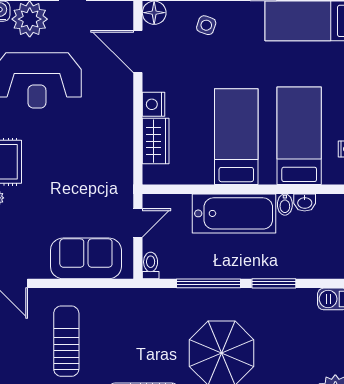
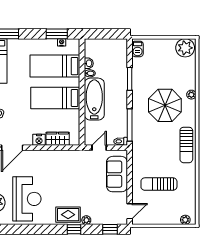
door: (138, 223) -> (99, 148), hinge flipped
window: (208, 283) -> (130, 125), moved

